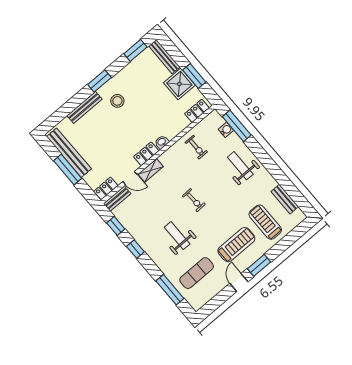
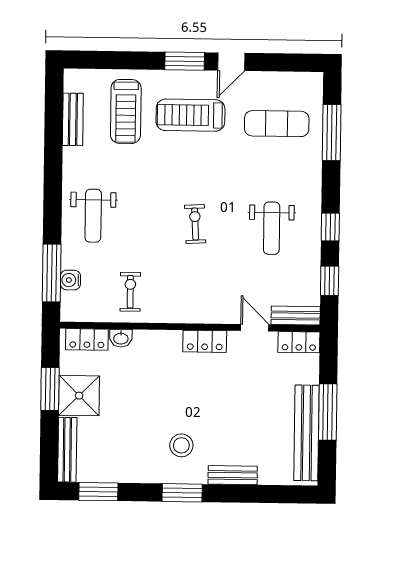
bench: (85, 107) -> (233, 475), width x0.73
washbasin: (162, 142) -> (121, 338), moved
shelving: (151, 170) -> (218, 314), removed
weight bench: (177, 236) -> (272, 228), moved

